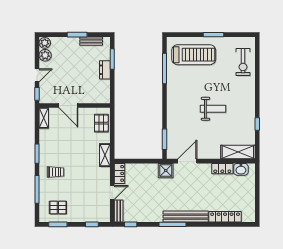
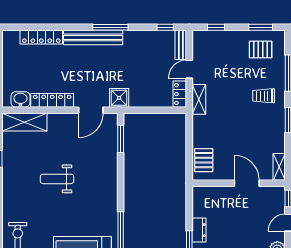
shelving: (105, 155) -> (199, 99), moved
locker: (222, 169) -> (52, 100), width x1.53

